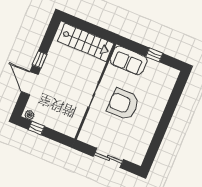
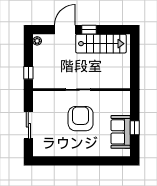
stairs: (86, 42) -> (101, 44), moved, turned -90
sofa: (129, 60) -> (121, 132), moved
window: (36, 128) -> (28, 73), moved

